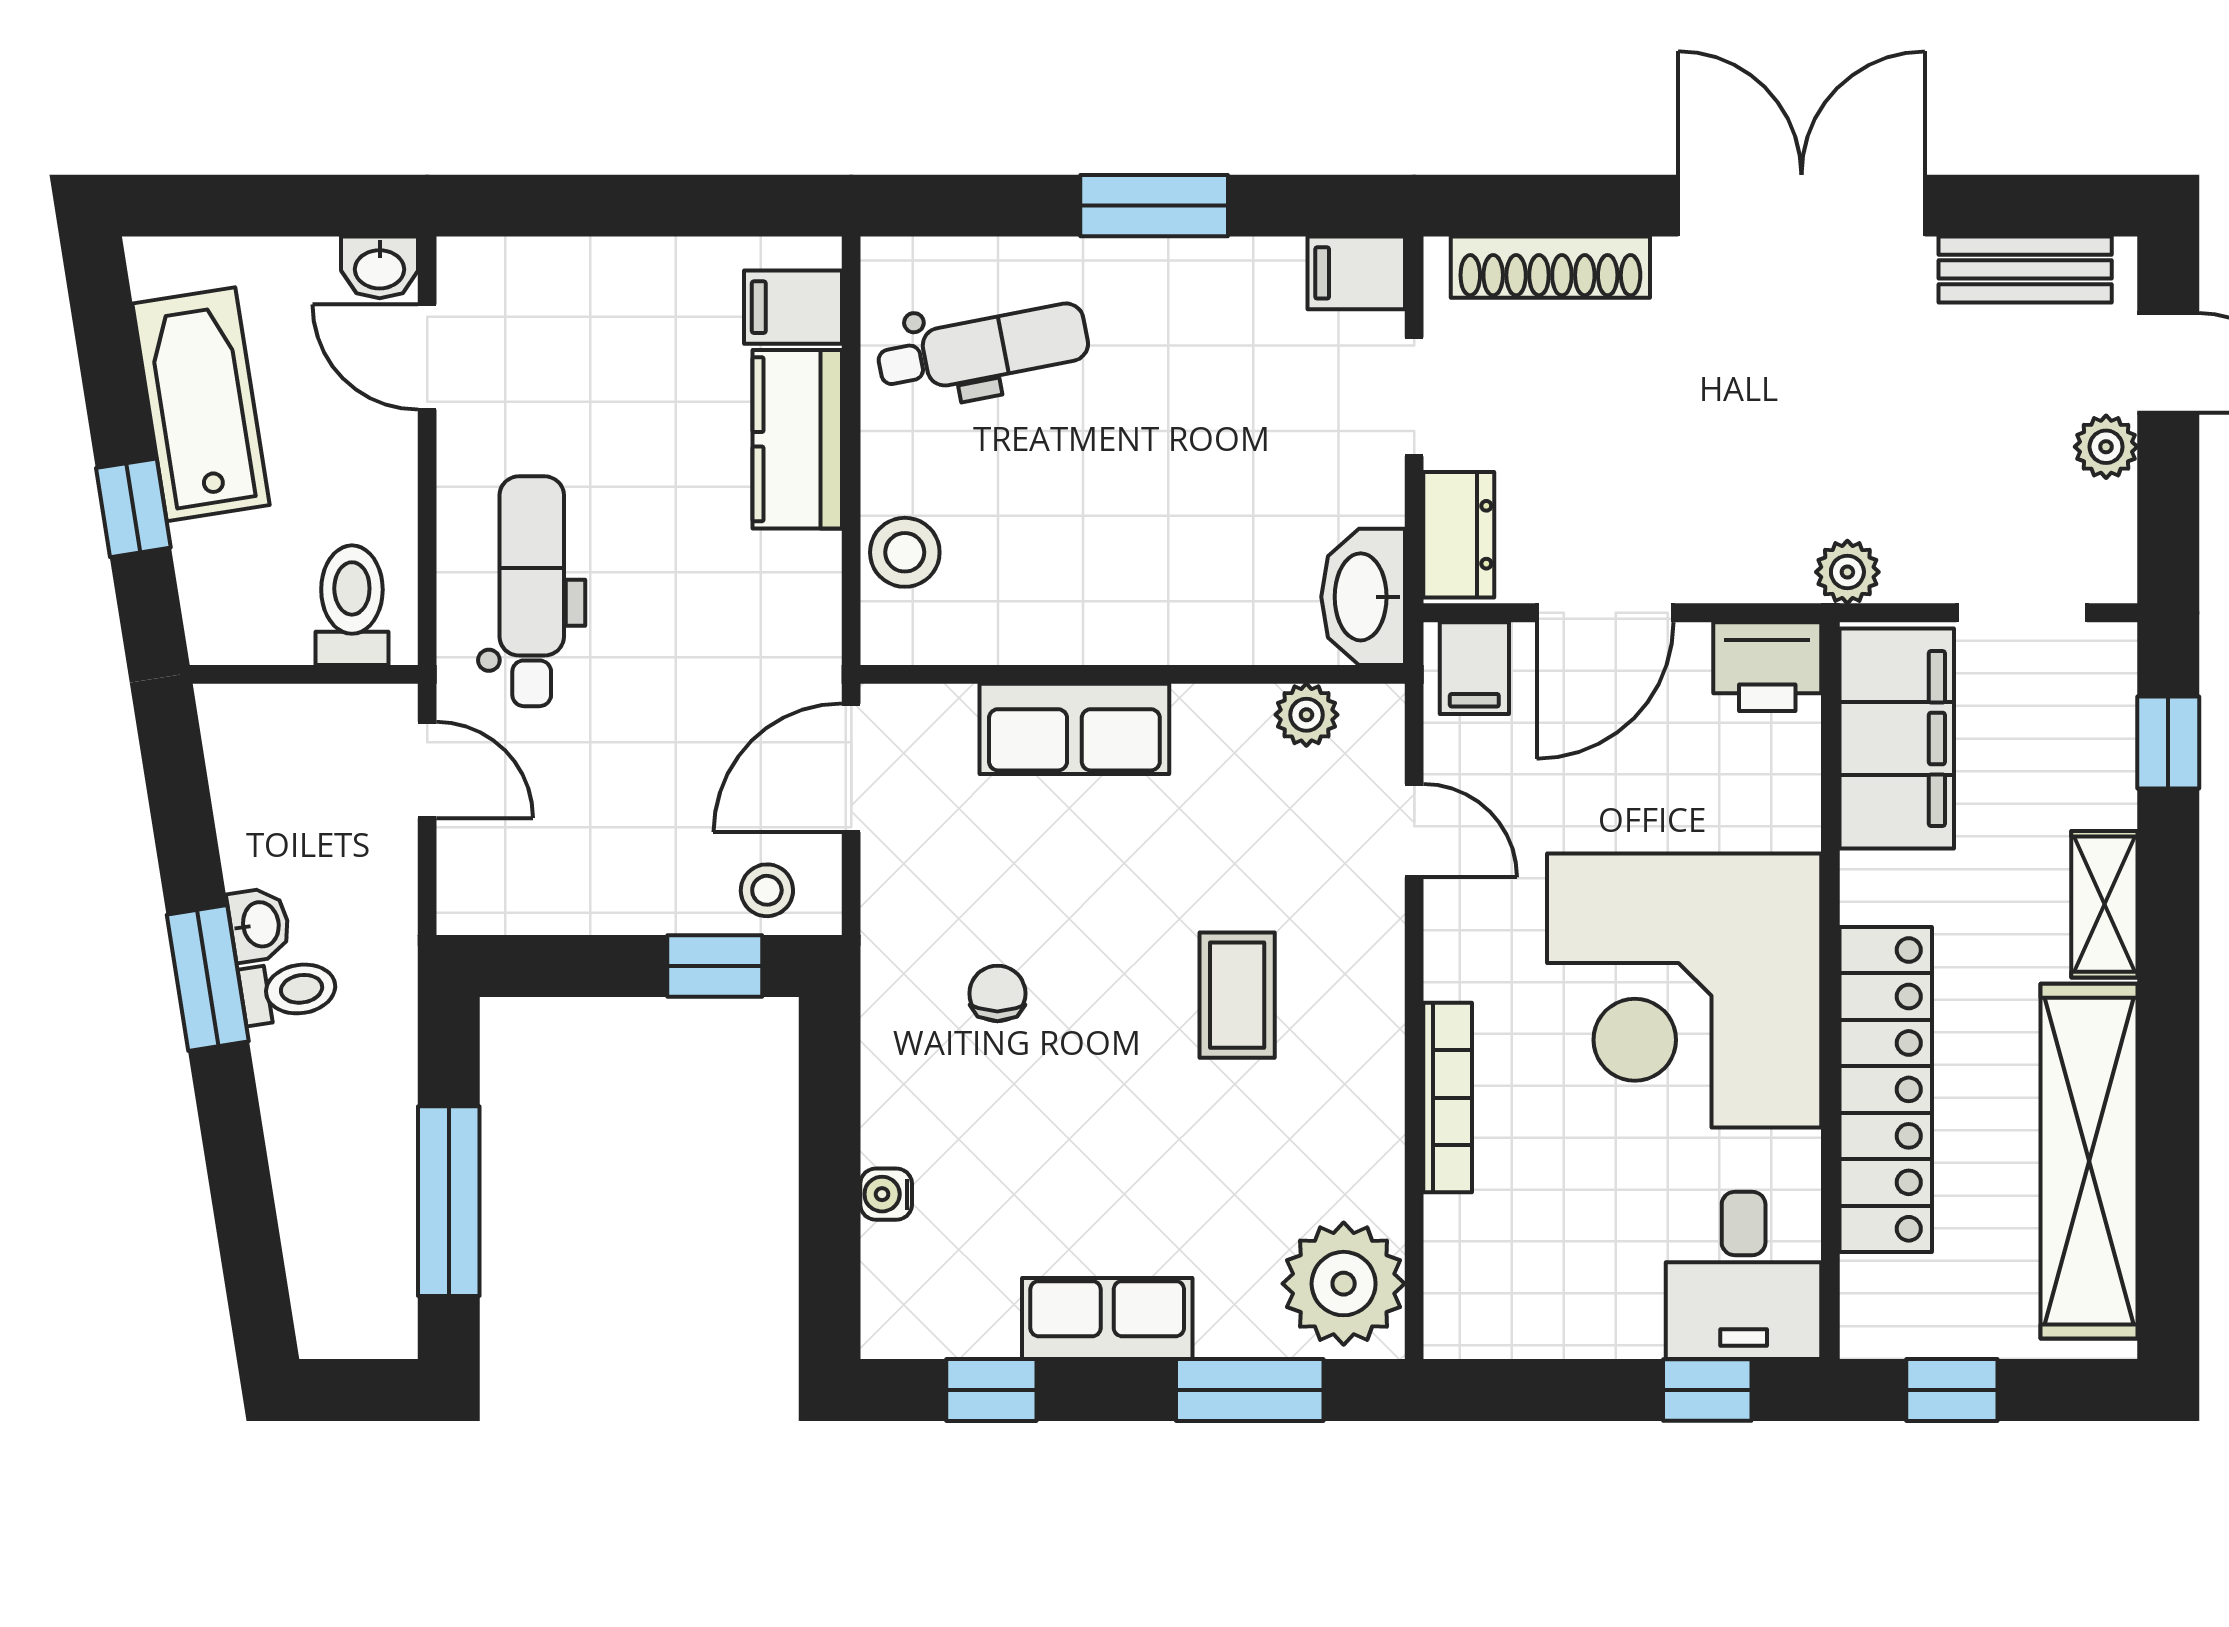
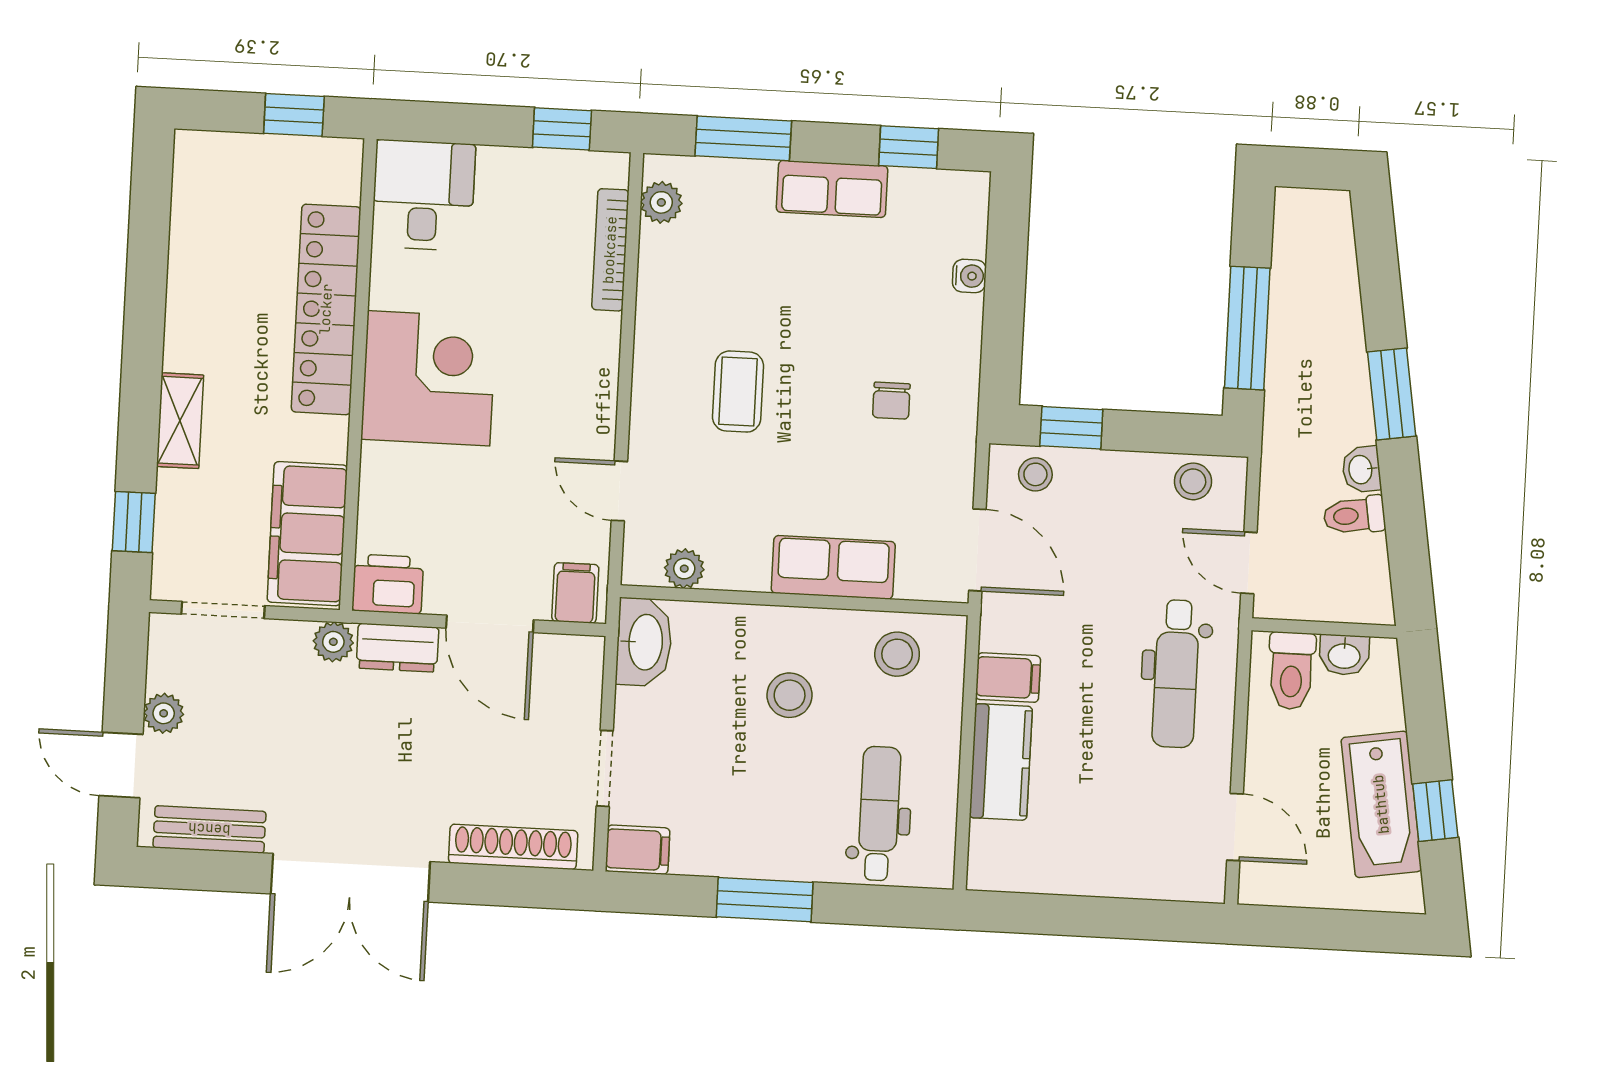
washbasin: (380, 267) -> (1344, 655), moved, turned 180
filing cabinet: (793, 307) -> (1008, 678), moved
dental chair: (983, 349) -> (879, 814), turned 101
window: (133, 508) -> (1435, 811), moved
stool: (1132, 526) -> (790, 695), added
dresser: (1459, 535) -> (398, 648), moved, turned -90
stool: (905, 552) -> (897, 654), moved
door: (1605, 613) -> (490, 624), swing flipped
door: (851, 768) -> (977, 550), hinge flipped
stool: (521, 892) -> (1193, 481), added
window: (208, 978) -> (1392, 394), moved
corner desk: (1684, 990) -> (429, 378), width x0.74, depth x0.74
toilet: (289, 991) -> (1354, 515), moved
bookcase: (1448, 1098) -> (610, 250), moved
shelving: (2089, 1161) -> (198, 257), removed
window: (449, 1201) -> (1247, 328), moved
plant: (1344, 1284) -> (661, 202), width x0.53, depth x0.53
window: (1707, 1390) -> (562, 129), moved

